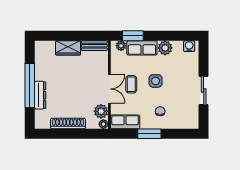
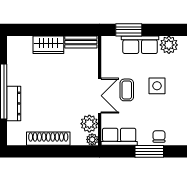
plant: (121, 46) -> (114, 42), removed
chair: (160, 111) -> (159, 136), moved

